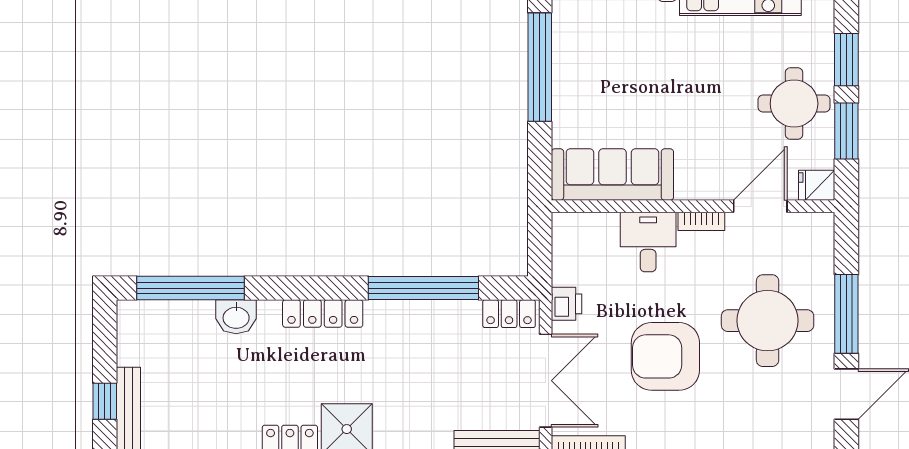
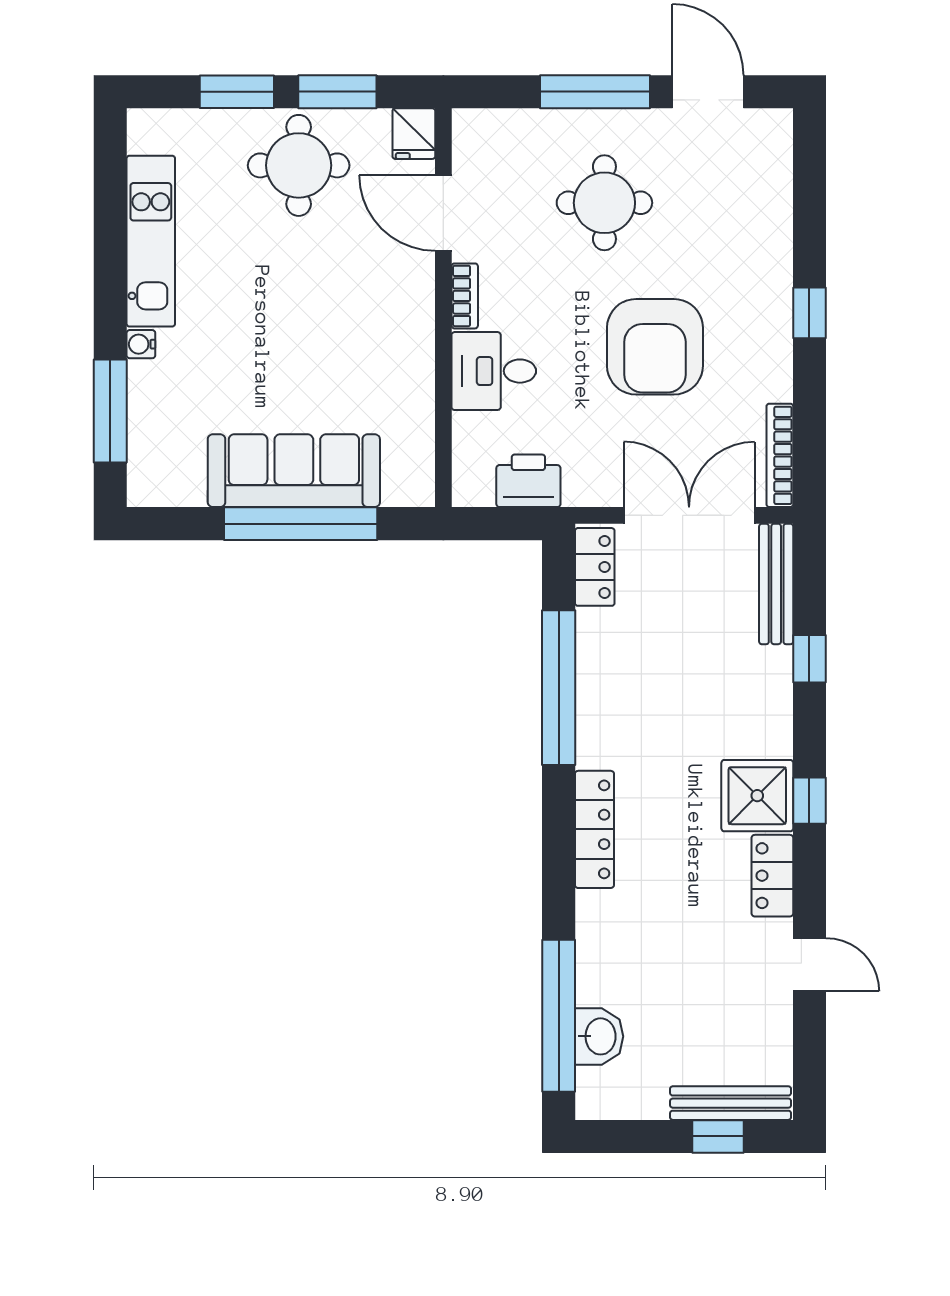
window: (540, 67) -> (301, 524), moved
sofa: (612, 175) -> (294, 471), moved, turned 90
printer: (567, 304) -> (528, 481), moved, width x1.36, depth x1.24
washbasin: (236, 317) -> (599, 1036), moved
round table: (768, 321) -> (604, 203), width x0.73, depth x0.73

